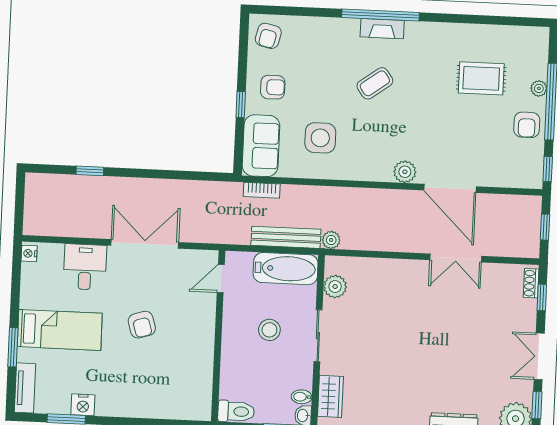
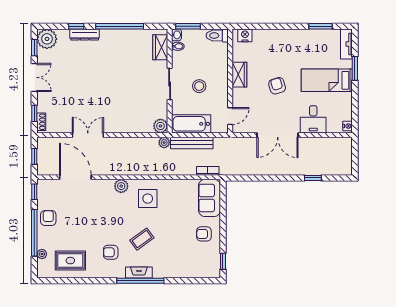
armchair: (268, 36) -> (111, 252), moved, turned -103
rug: (481, 78) -> (70, 261), moved
plant: (539, 88) -> (42, 254), moved
window: (241, 105) -> (223, 261), moved
side table: (320, 138) -> (148, 199), moved
door: (450, 188) -> (75, 177), moved
plant: (335, 287) -> (160, 126), moved
wardrobe: (203, 346) -> (239, 75), added
nightstand: (83, 405) -> (245, 35), moved

